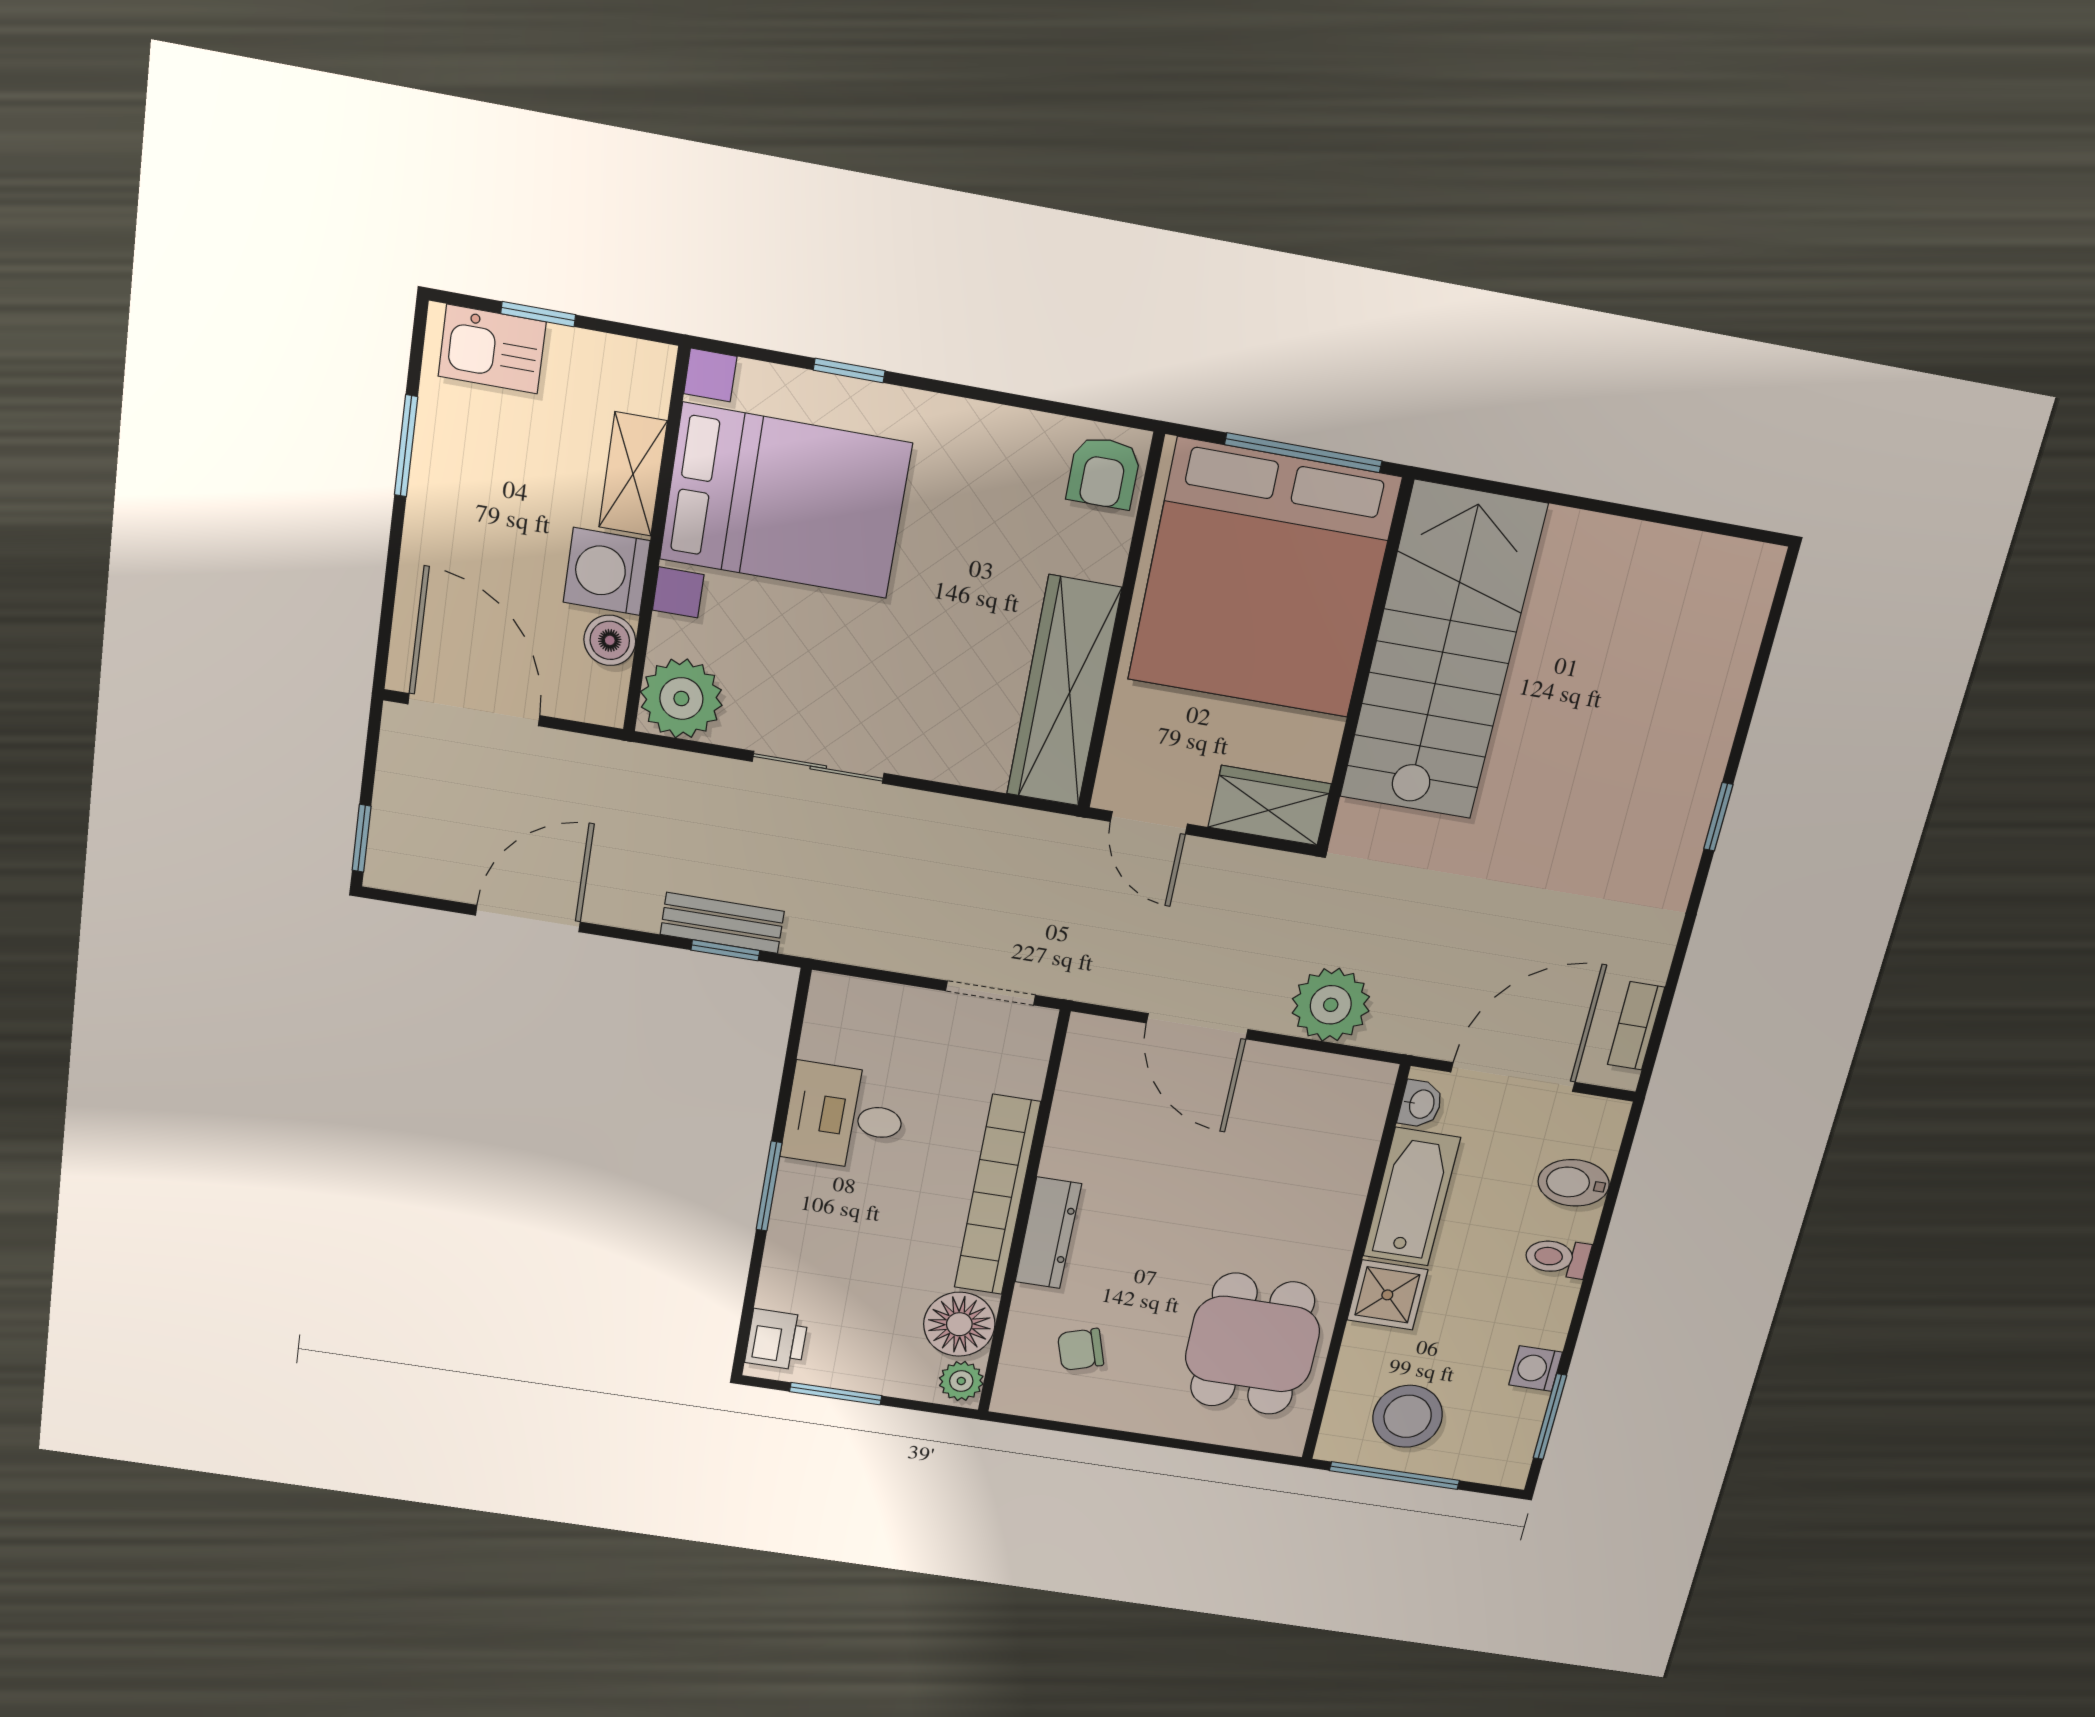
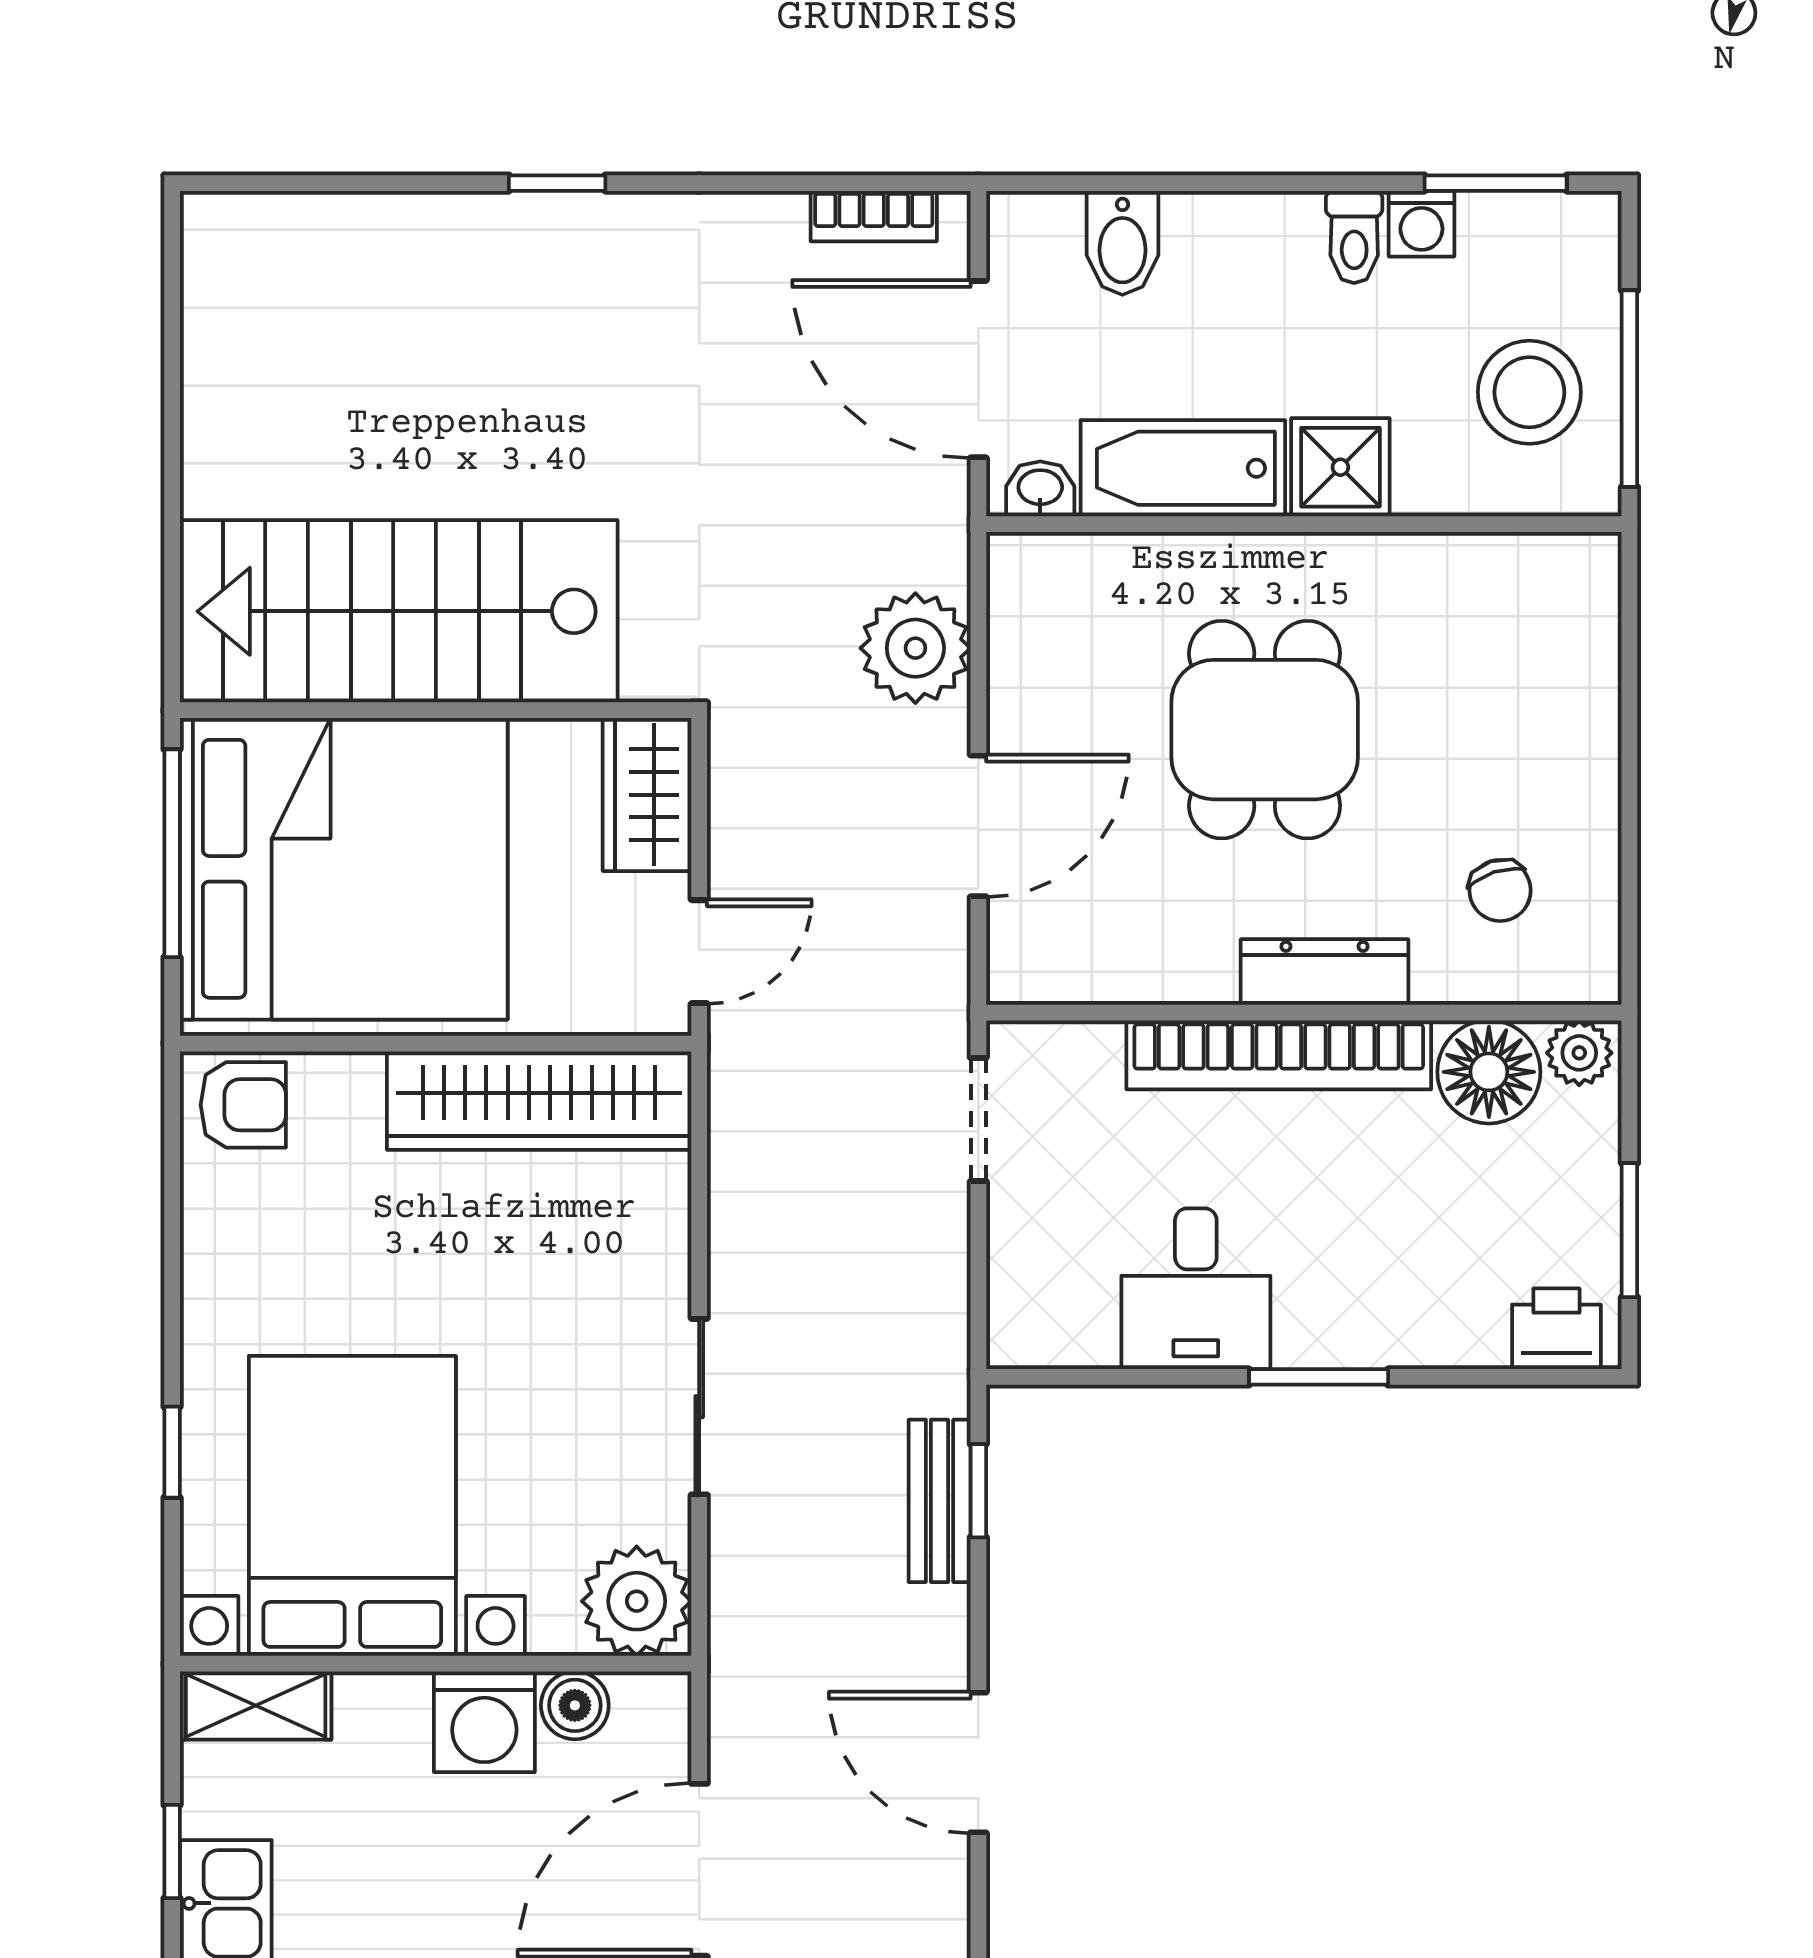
shelving: (633, 474) -> (256, 1706), moved
toilet: (1557, 1257) -> (1354, 237), moved
dining table: (1252, 1344) -> (1265, 730), moved, turned 90

